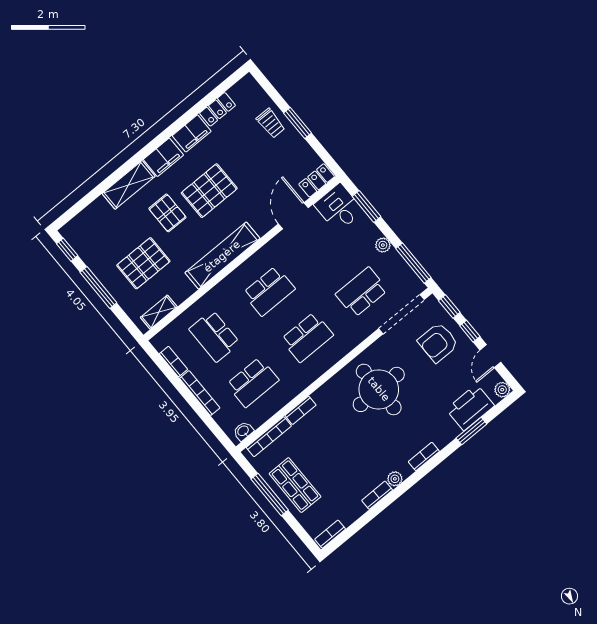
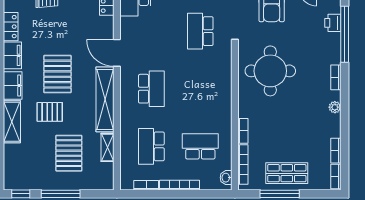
door: (293, 216) -> (117, 53), moved
shelving: (159, 312) -> (107, 147), moved
school desk: (214, 336) -> (151, 146), turned 90
school desk: (307, 337) -> (200, 89), removed
school desk: (253, 382) -> (200, 146), turned -90
printer: (470, 407) -> (333, 23), width x0.53, depth x0.68
window: (471, 431) -> (345, 34), width x2.11
bookcase: (377, 495) -> (336, 151), moved

